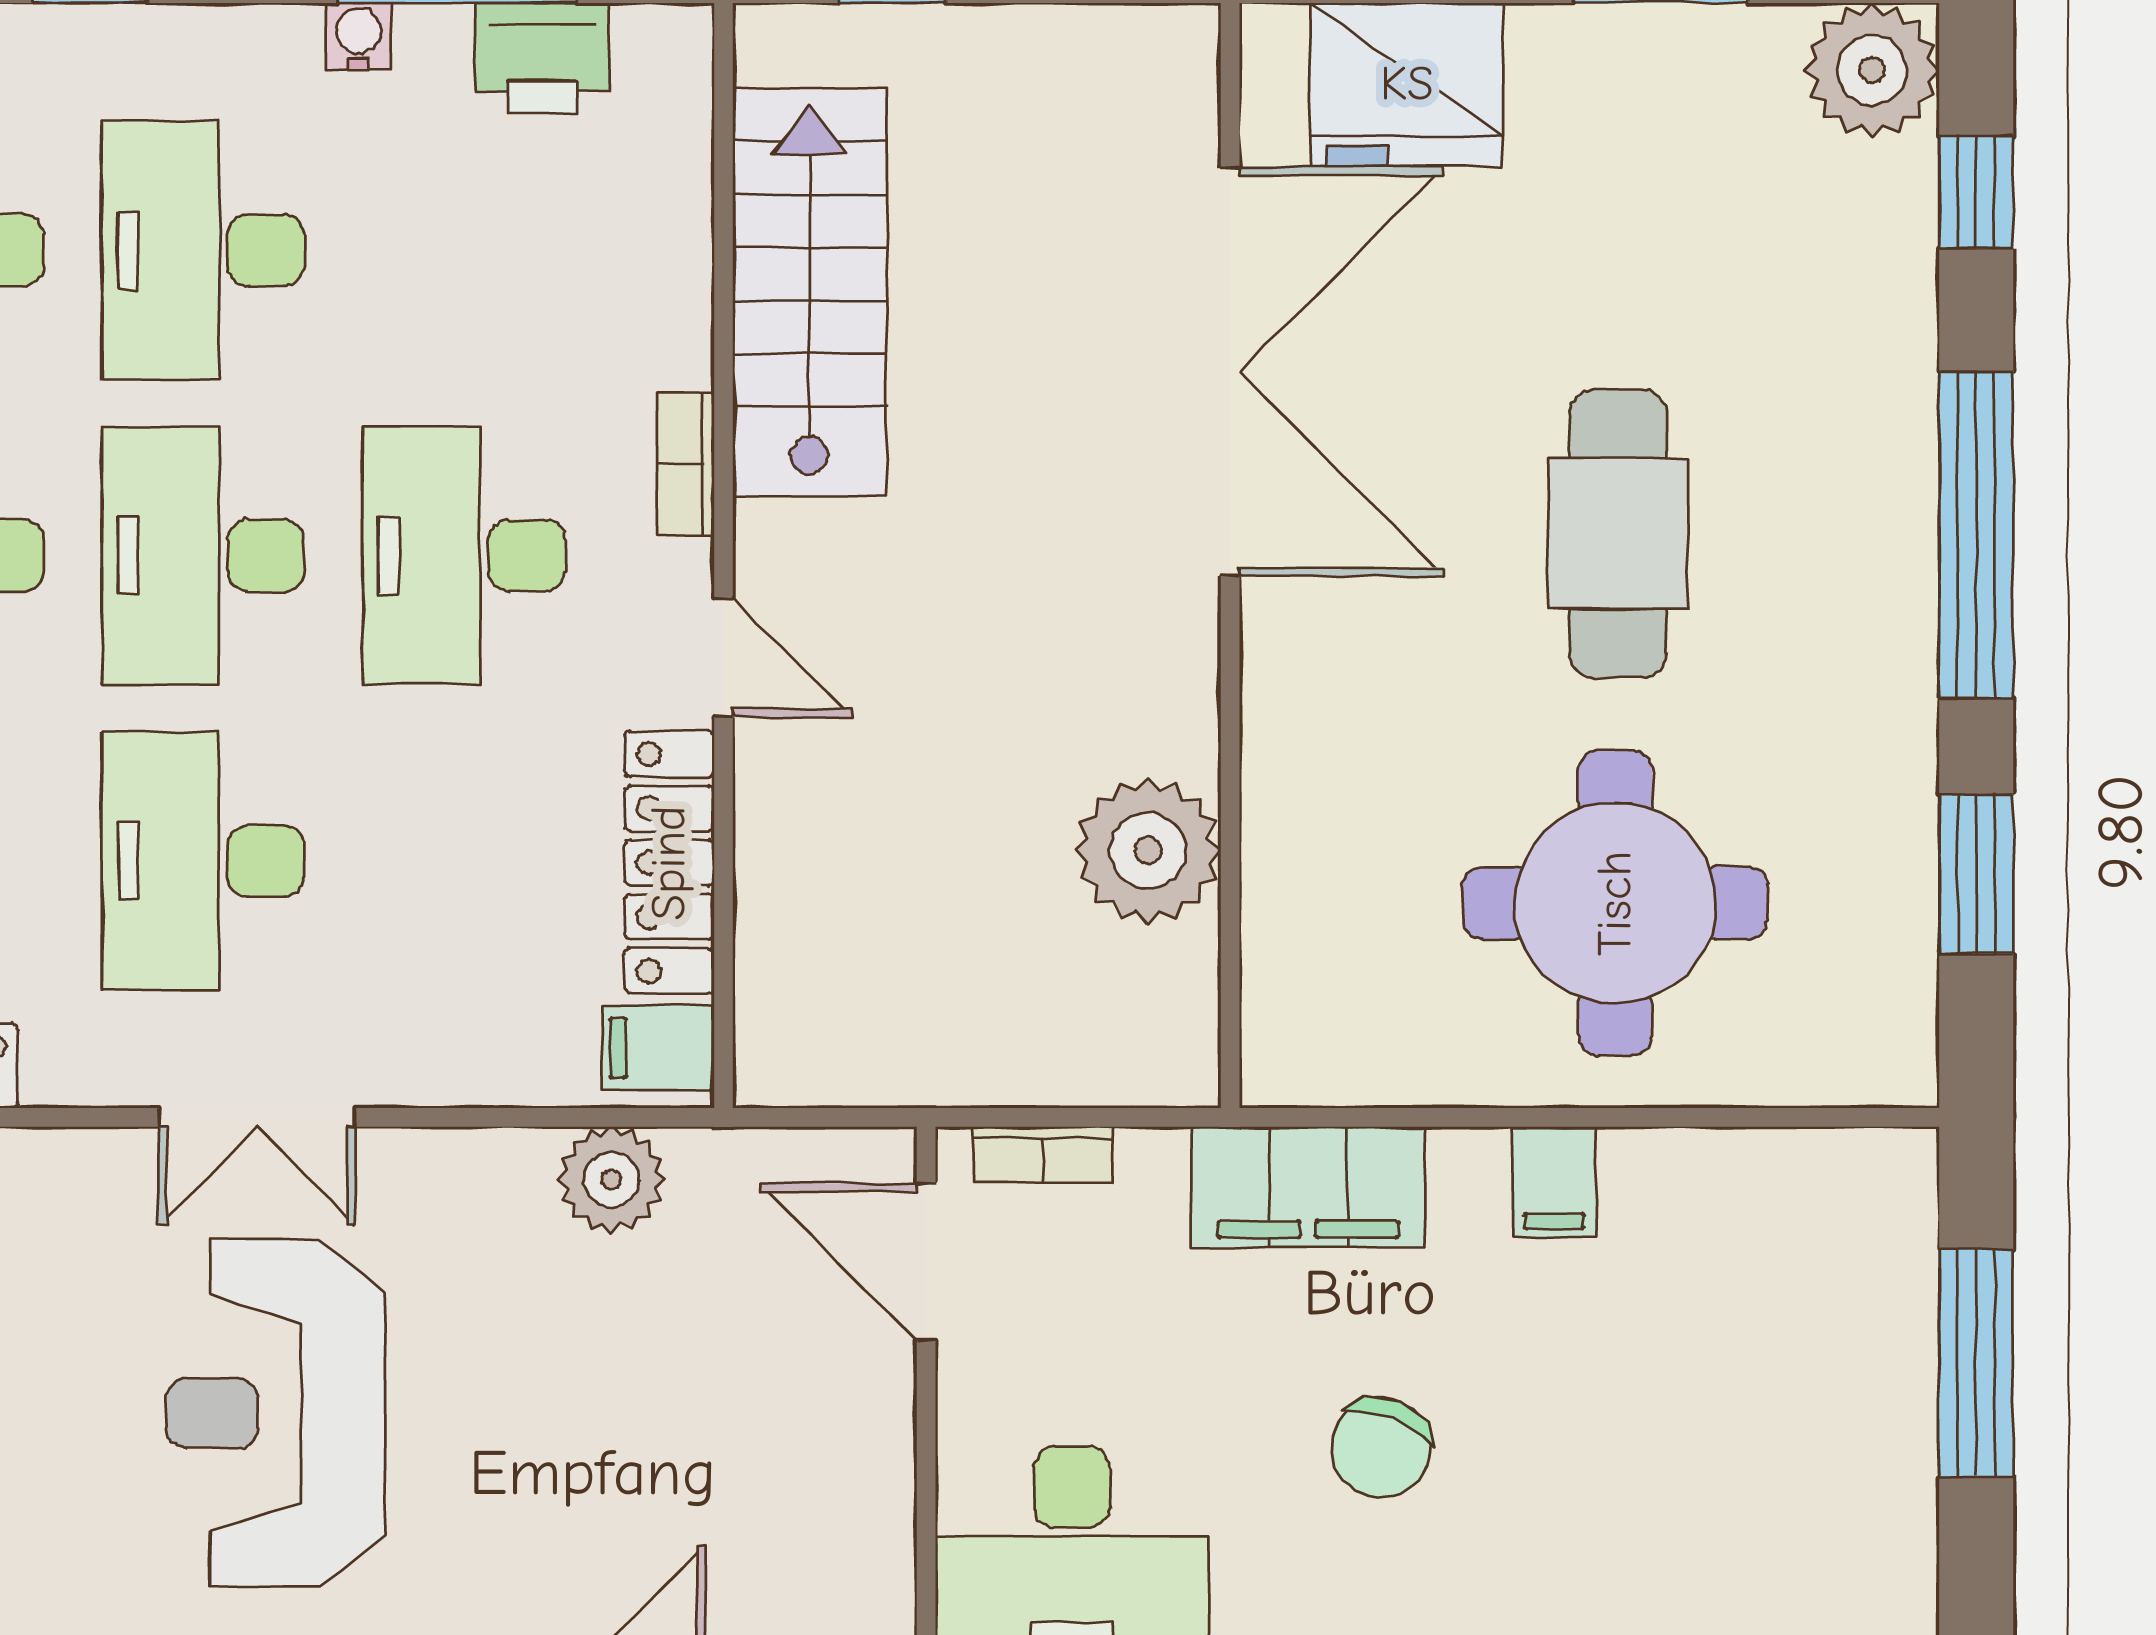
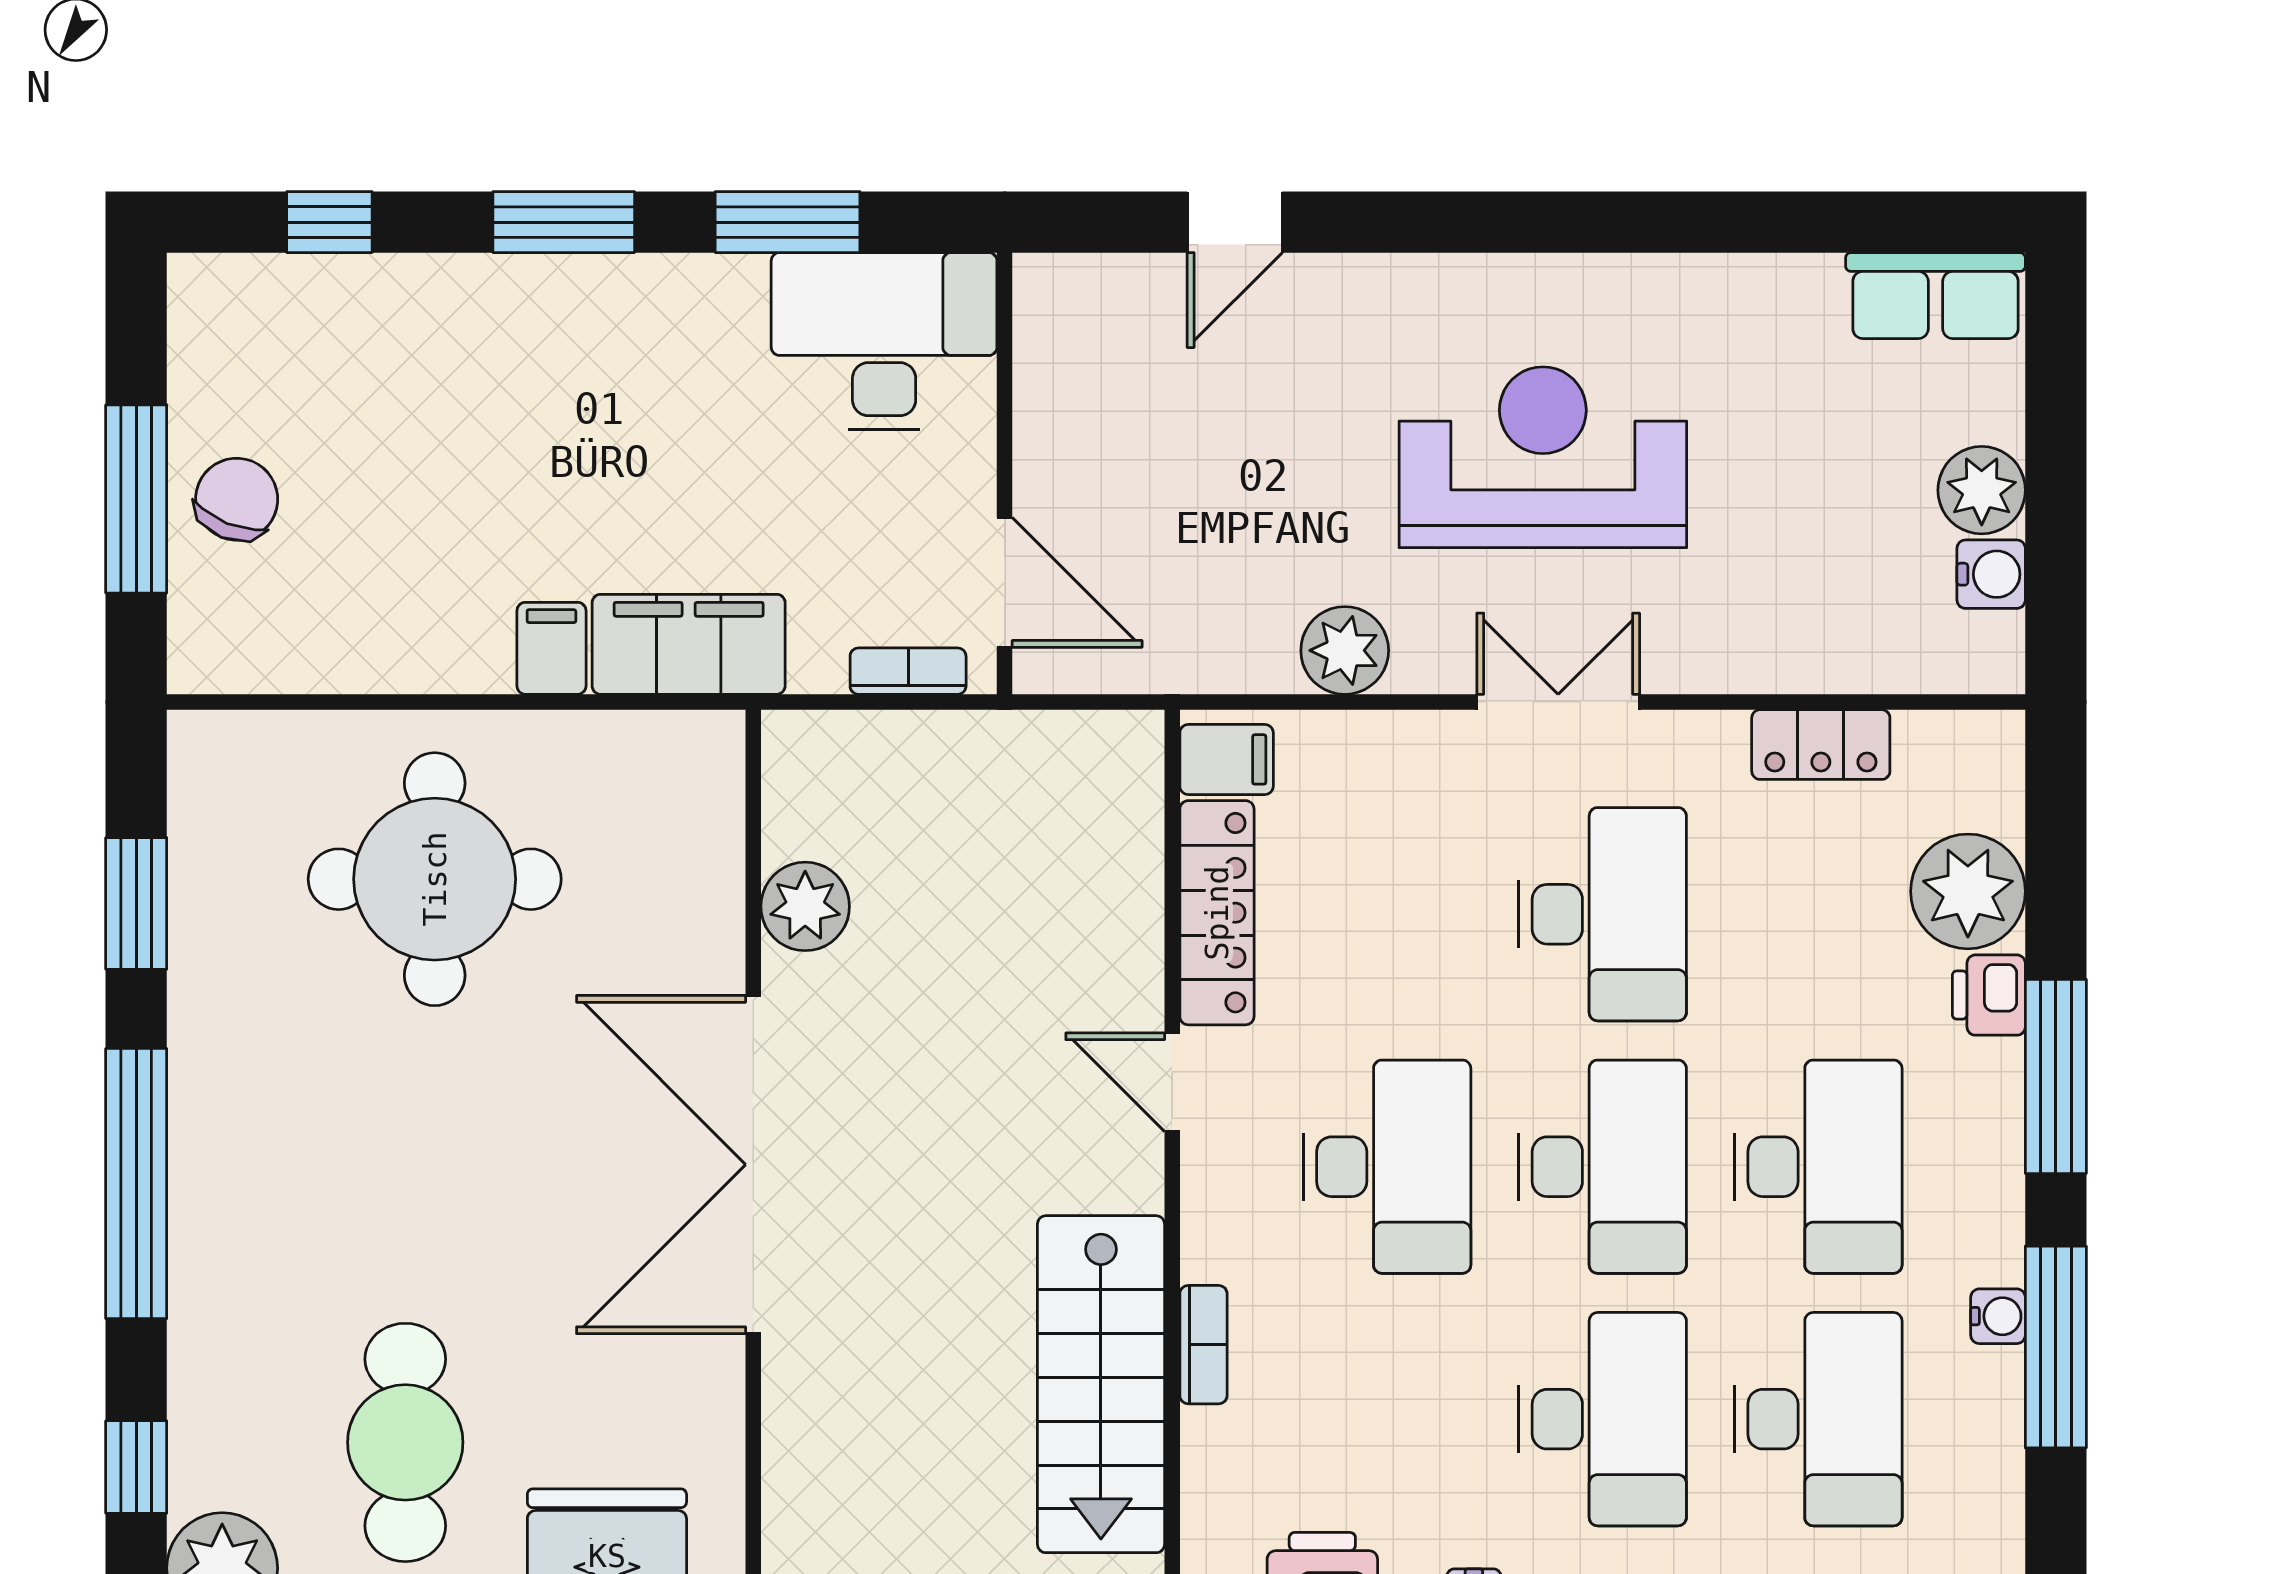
double door: (1230, 372) -> (753, 1165), moved
bookcase: (686, 464) -> (1203, 1345), moved
cafe table: (1618, 534) -> (405, 1442), moved
plant: (1148, 851) -> (805, 906), width x0.73, depth x0.73
plant: (611, 1180) -> (1345, 650), moved
filing cabinet: (1554, 1182) -> (551, 648), moved
reception desk: (275, 1413) -> (1543, 457), turned -90
chair: (1381, 1447) -> (237, 499), moved

